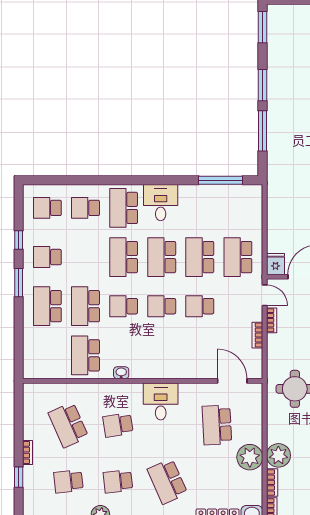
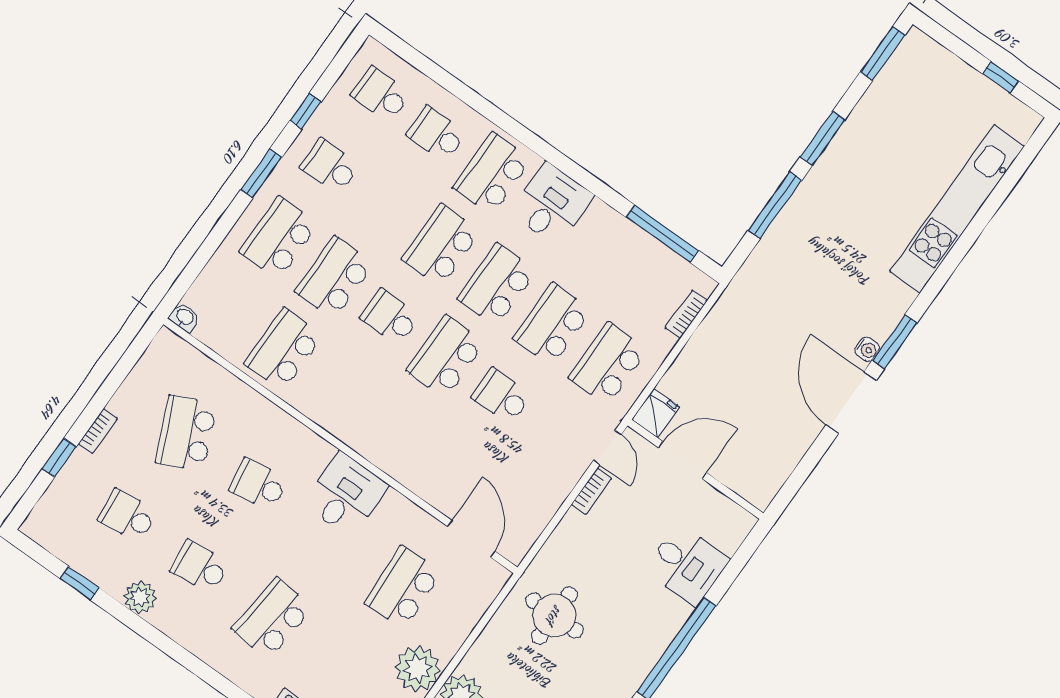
school desk: (162, 306) -> (446, 357), width x1.85
bookcase: (257, 335) -> (686, 314), moved
washbasin: (121, 373) -> (185, 317), moved
school desk: (167, 481) -> (272, 618), turned 30

